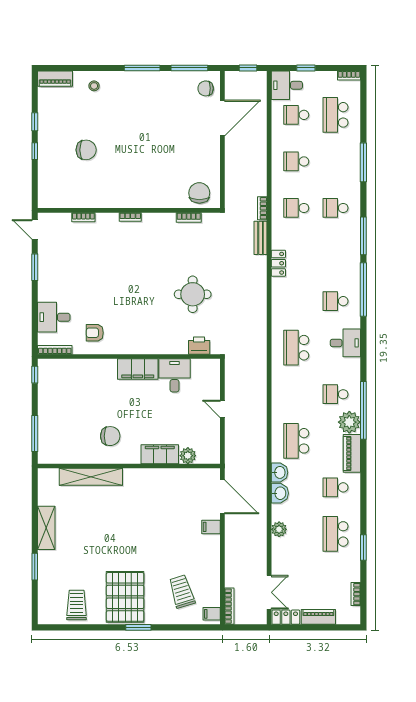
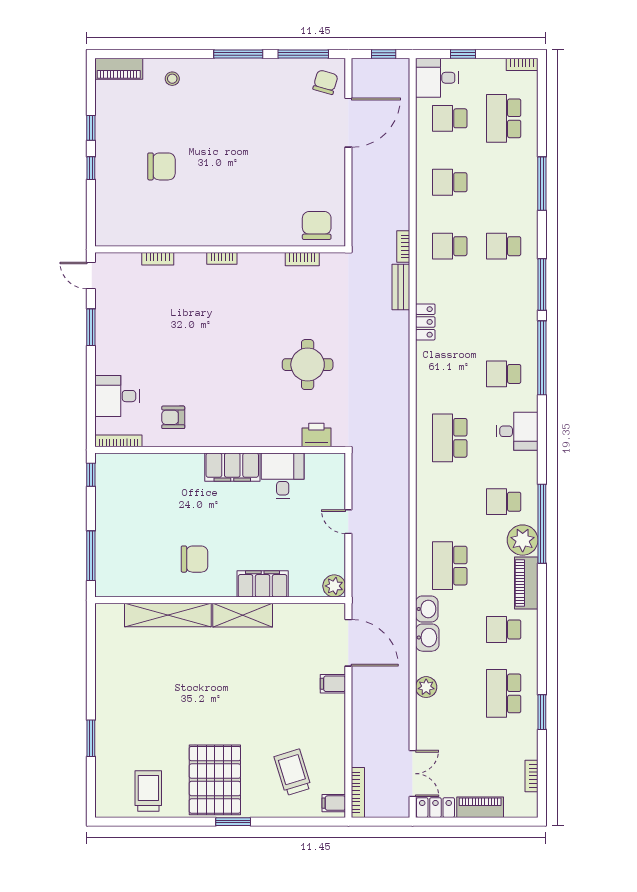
chair: (206, 88) -> (325, 82), turned 106
plant: (188, 456) -> (334, 586), moved
shelving: (46, 528) -> (243, 615), moved, turned 90

